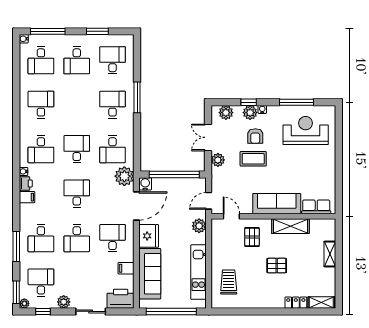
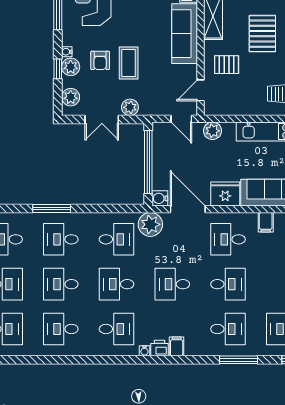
desk: (77, 105) -> (61, 284), added
armchair: (255, 136) -> (100, 60), turned 90
pallet: (277, 266) -> (262, 34), width x1.50, depth x1.42

